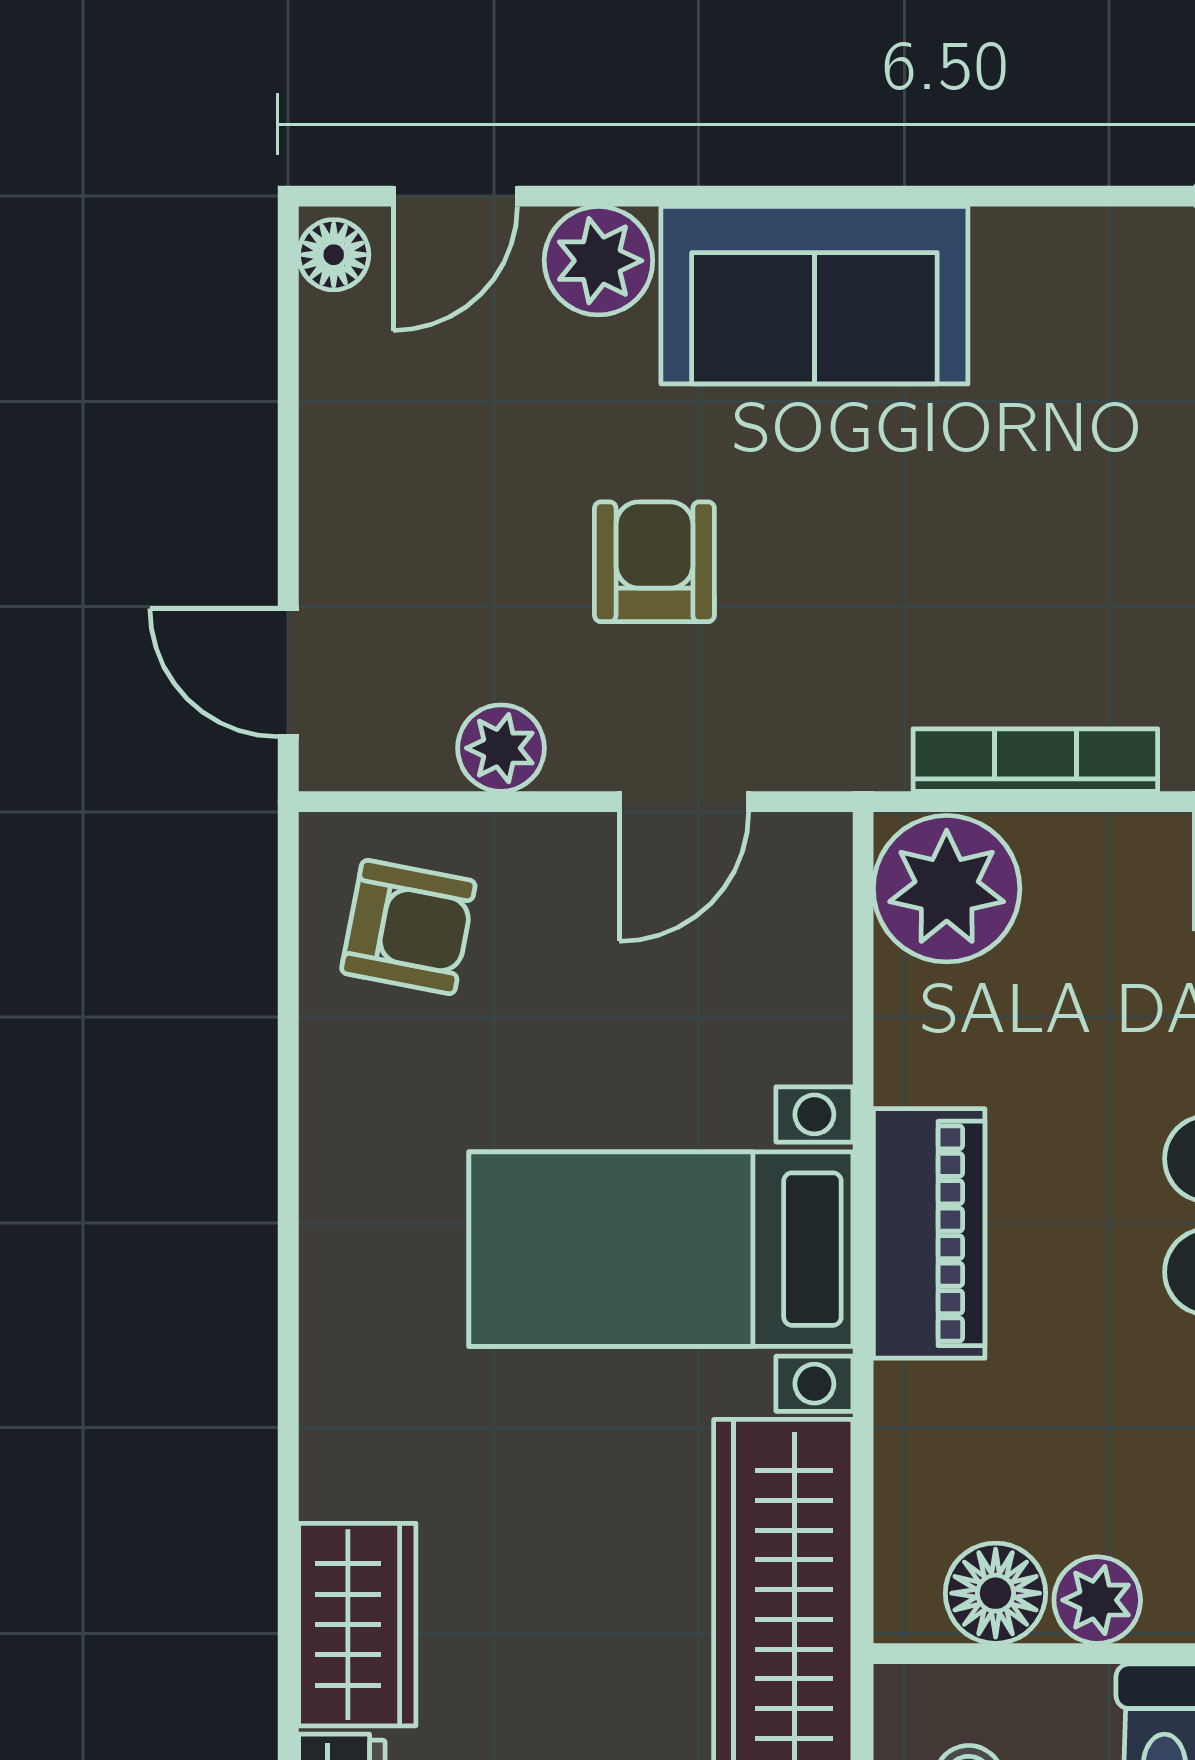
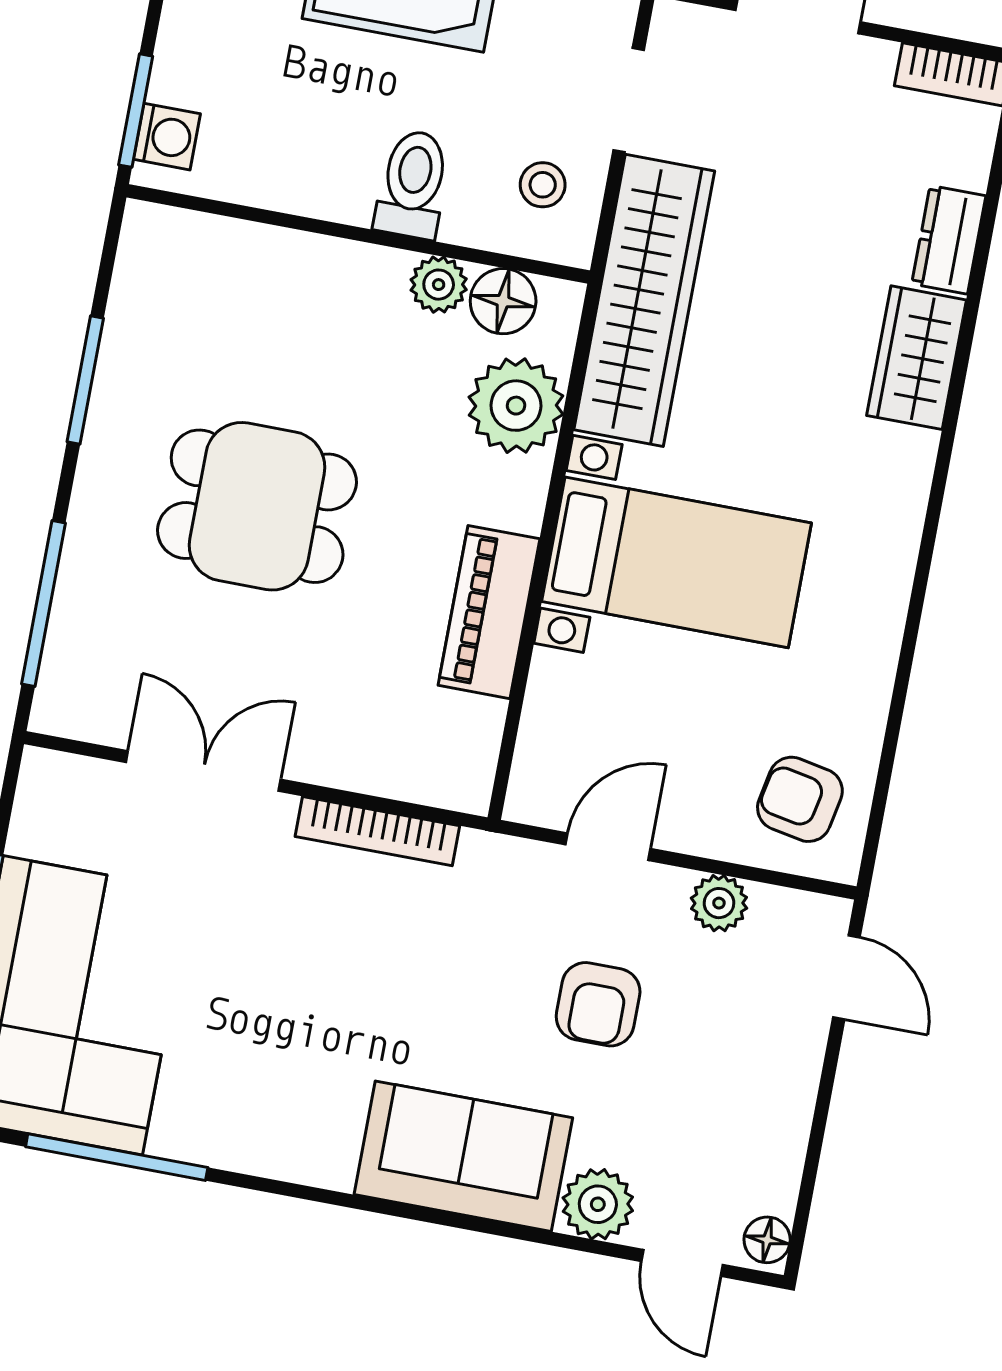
door: (455, 196) -> (682, 1263), swing flipped
plant: (947, 889) -> (516, 406), moved
piano: (929, 1233) -> (489, 612), moved

